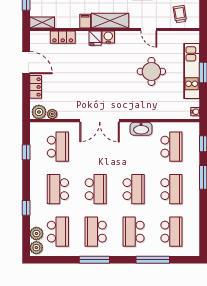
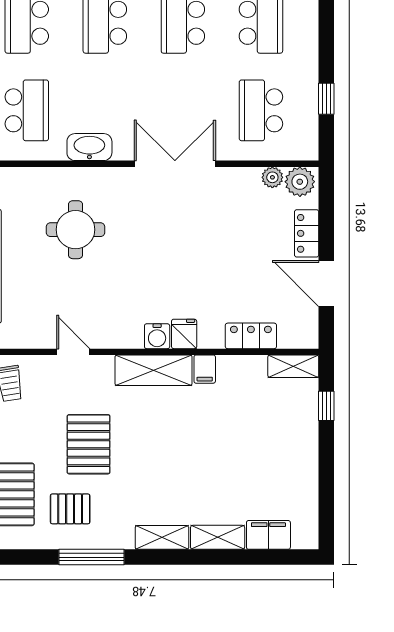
round table: (151, 71) -> (76, 230), moved
school desk: (171, 147) -> (27, 110), turned 180

